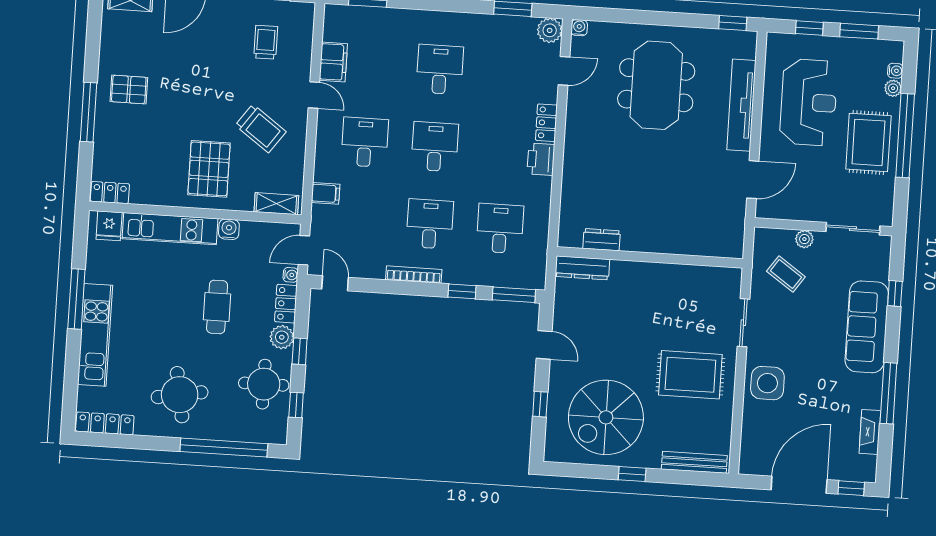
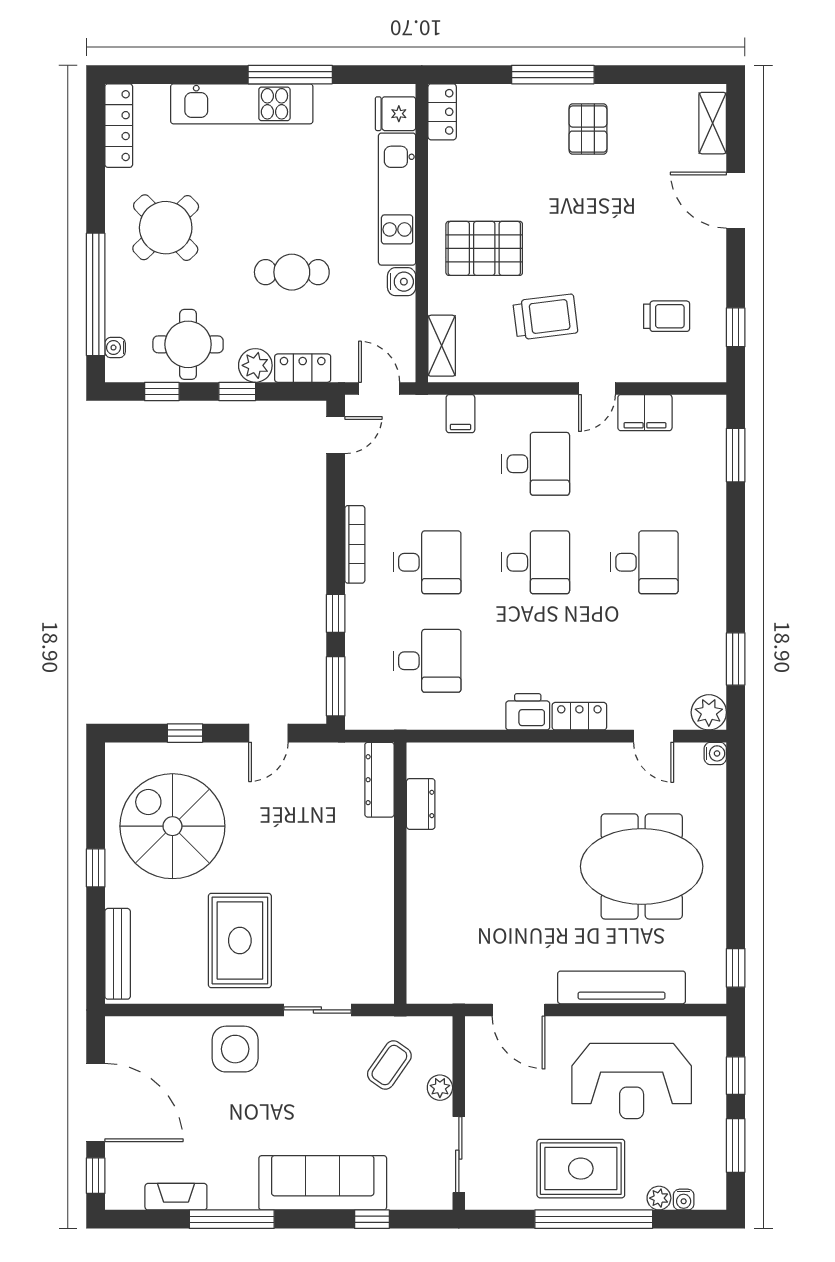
trolley: (261, 128) -> (545, 317), turned -133
water cooler: (291, 275) -> (115, 348), moved, turned 90
round table: (180, 395) -> (166, 228), turned -34

